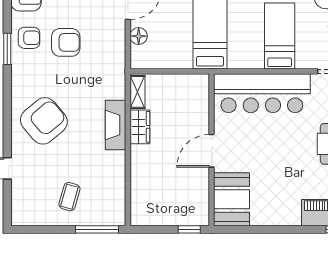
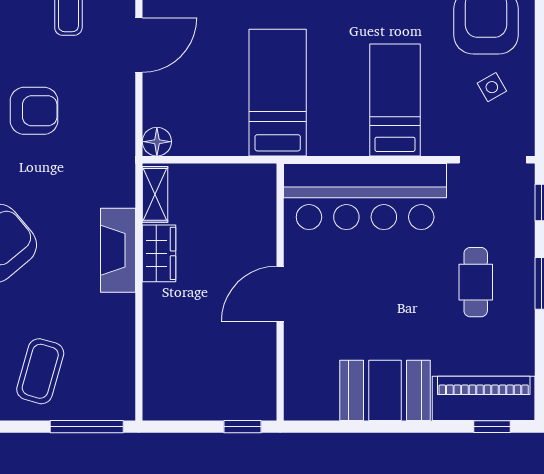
floor lamp: (139, 36) -> (157, 142), moved
coffee table: (69, 197) -> (40, 371), width x1.36, depth x1.30
booth: (232, 199) -> (385, 390), moved, turned 90

